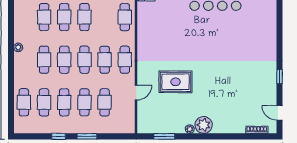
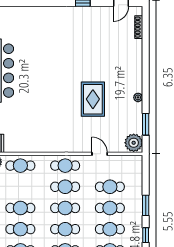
rug: (176, 82) -> (93, 99), moved
plant: (204, 125) -> (134, 143), moved

